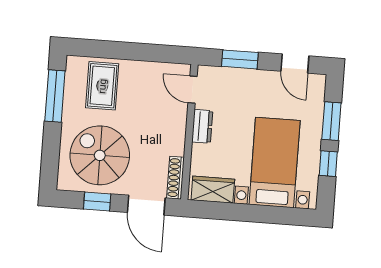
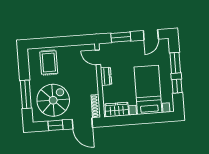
door: (295, 64) -> (151, 35), hinge flipped
window: (55, 96) -> (26, 94), moved
spiral stairs: (100, 155) -> (53, 100), turned 90

